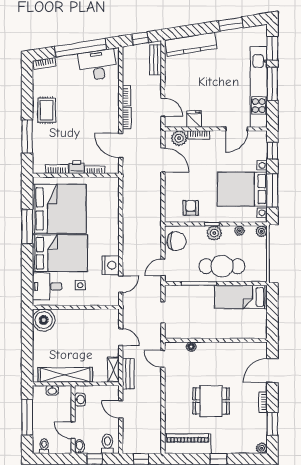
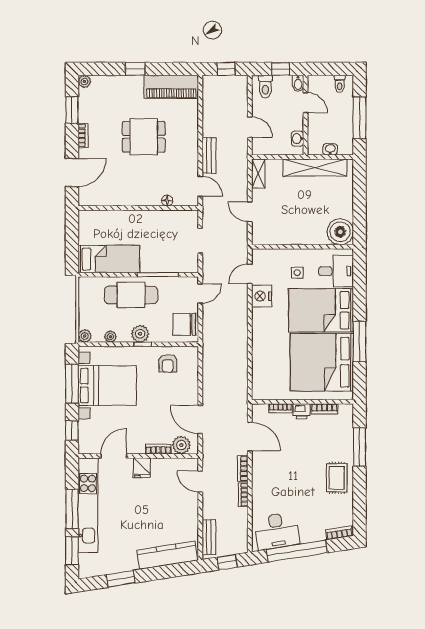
fridge: (194, 119) -> (142, 468), moved
bench: (128, 374) -> (209, 155), moved

